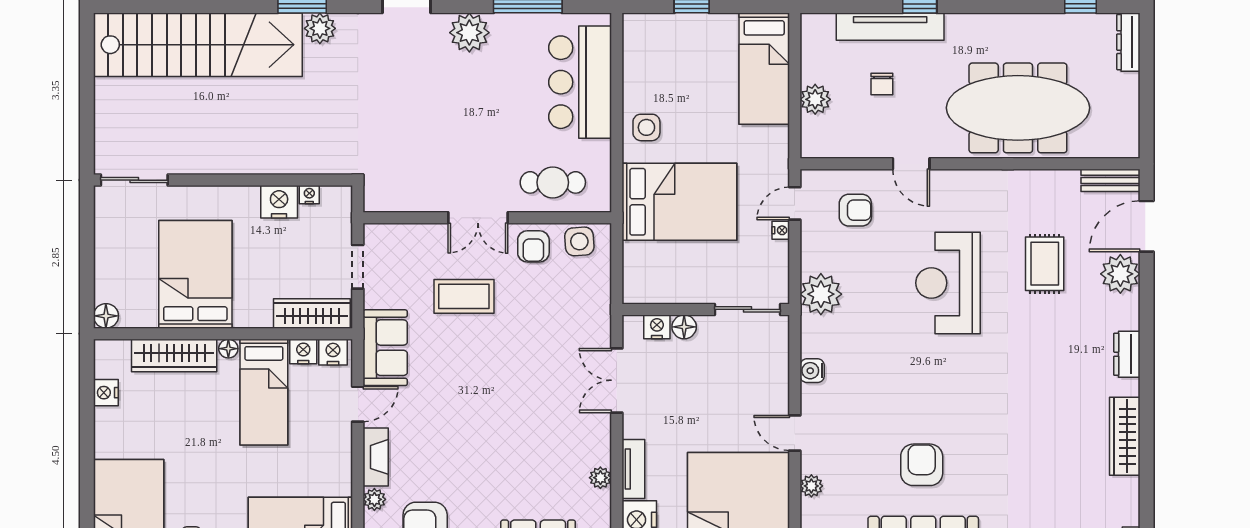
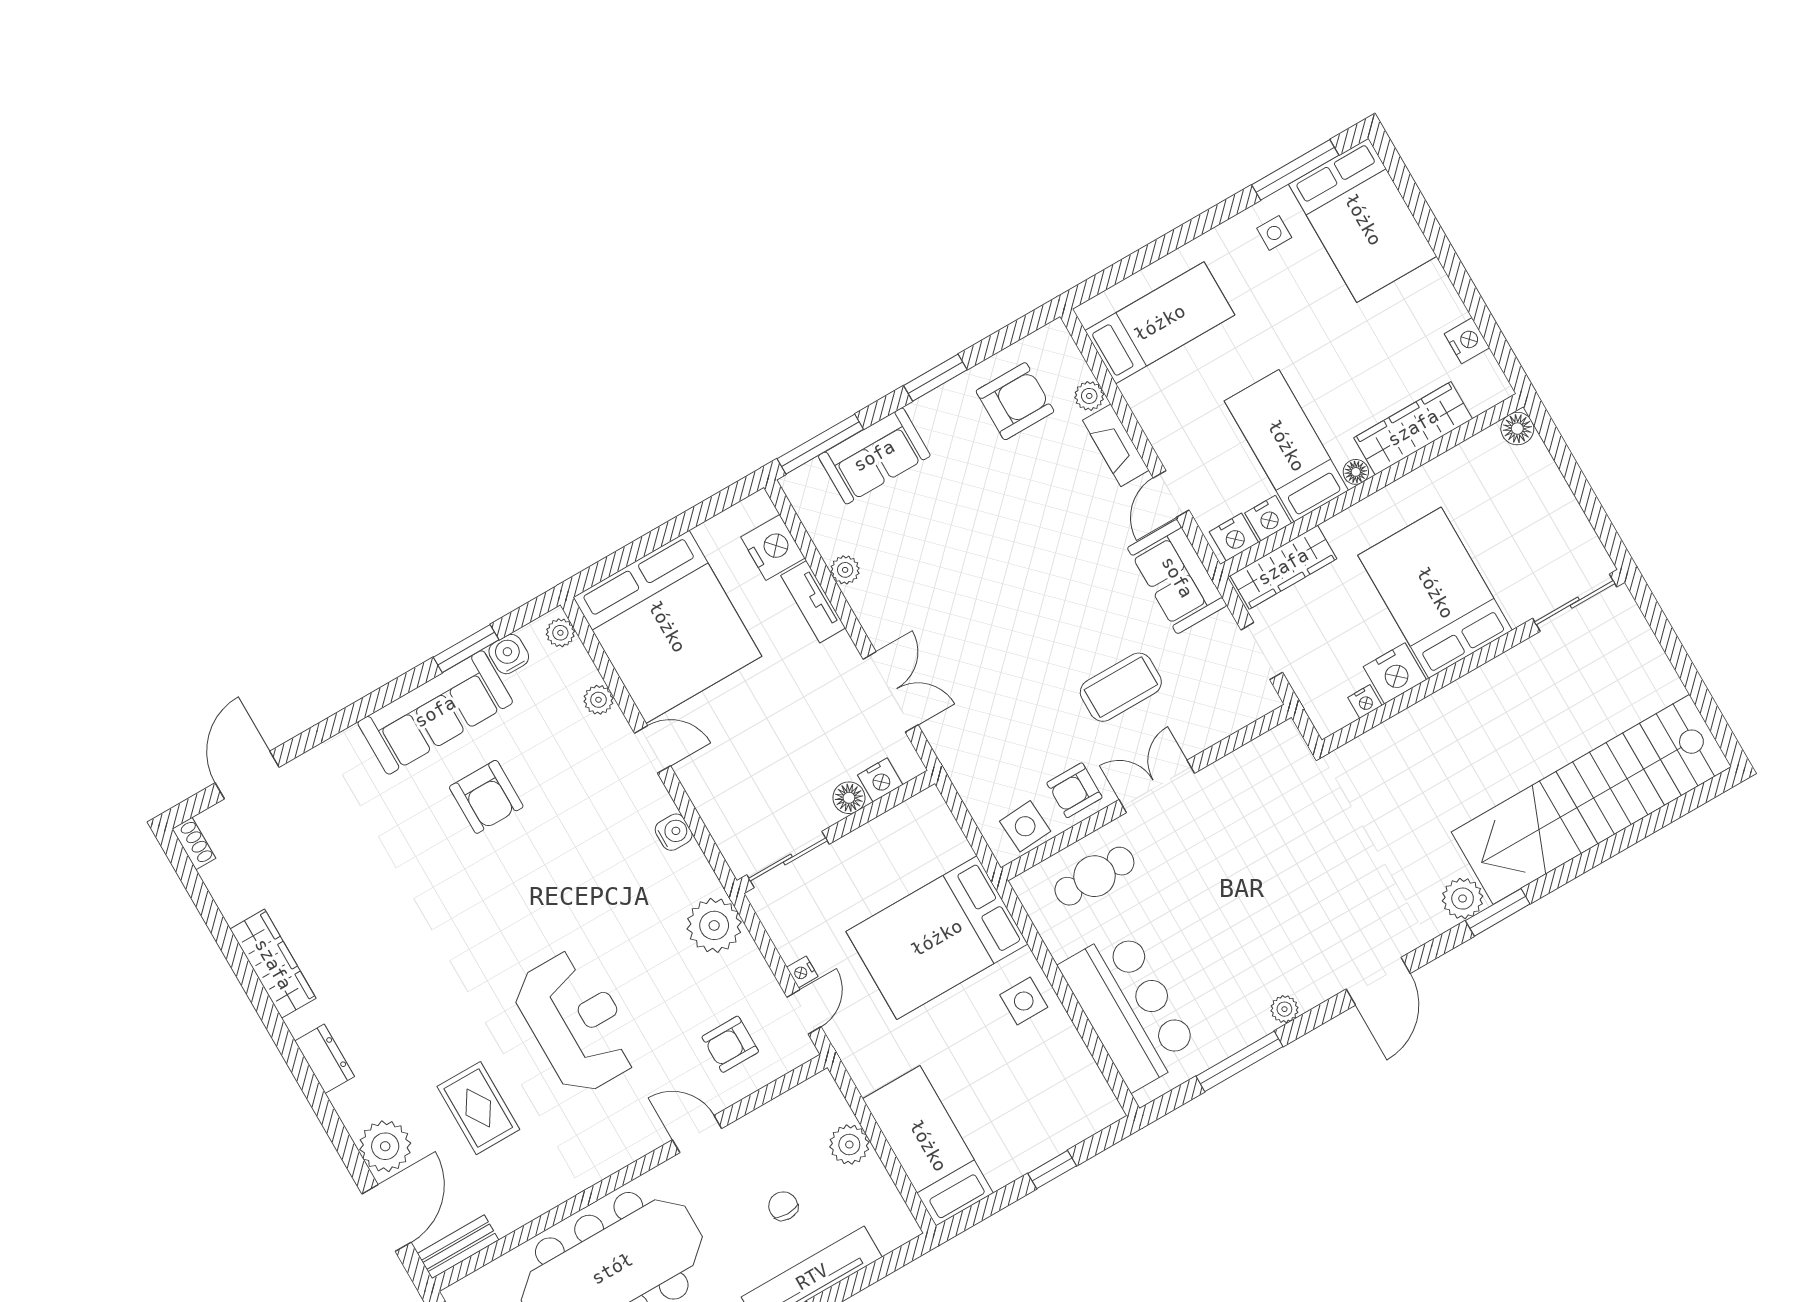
plant: (469, 33) -> (1284, 1009), width x0.53, depth x0.53
armchair: (533, 246) -> (1074, 790), turned -90
bed: (195, 274) -> (1435, 593), moved, turned 180

